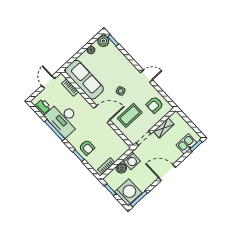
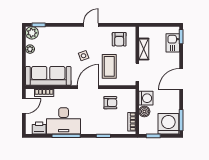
door: (48, 82) -> (24, 106), swing flipped
armchair: (87, 148) -> (110, 103), moved

